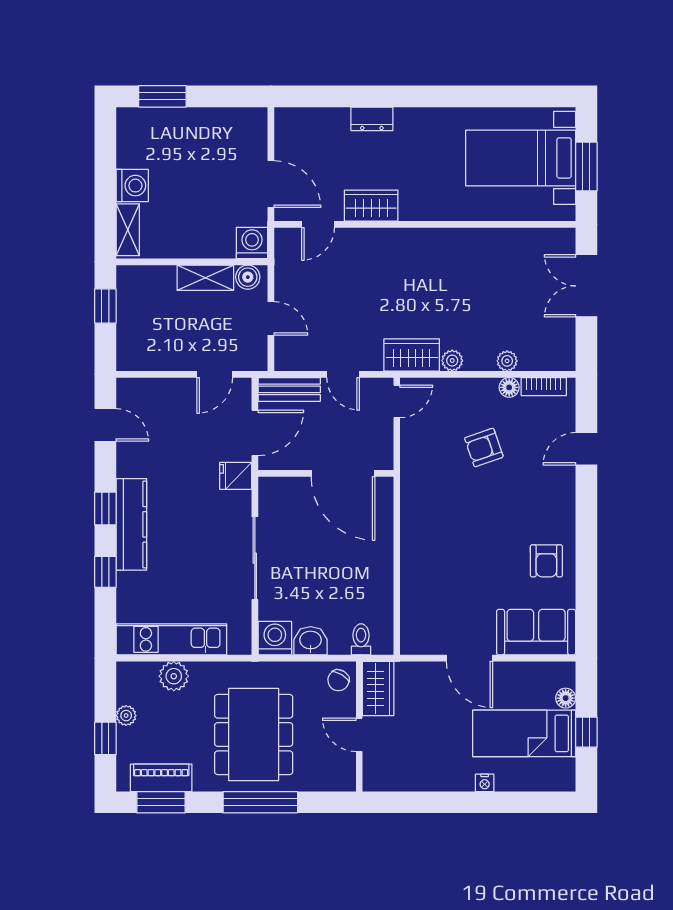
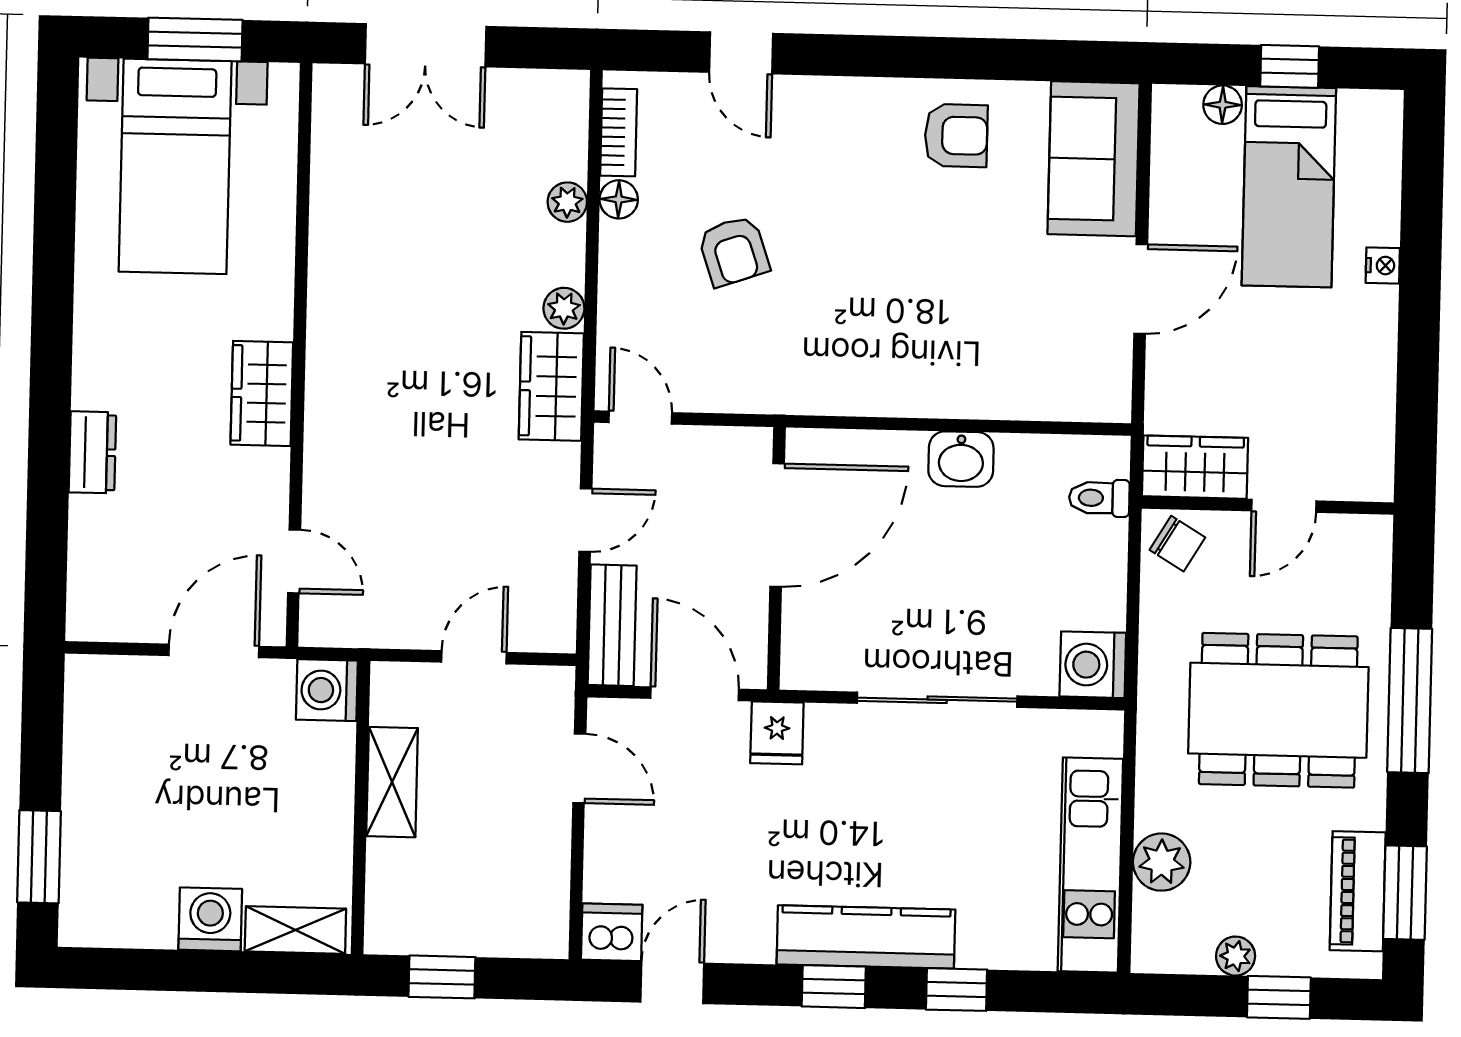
wardrobe: (371, 206) -> (262, 393), moved
boiler: (248, 277) -> (393, 700), removed
dishwasher: (131, 393) -> (612, 932), added
washbasin: (311, 641) -> (961, 459), moved, turned -90

